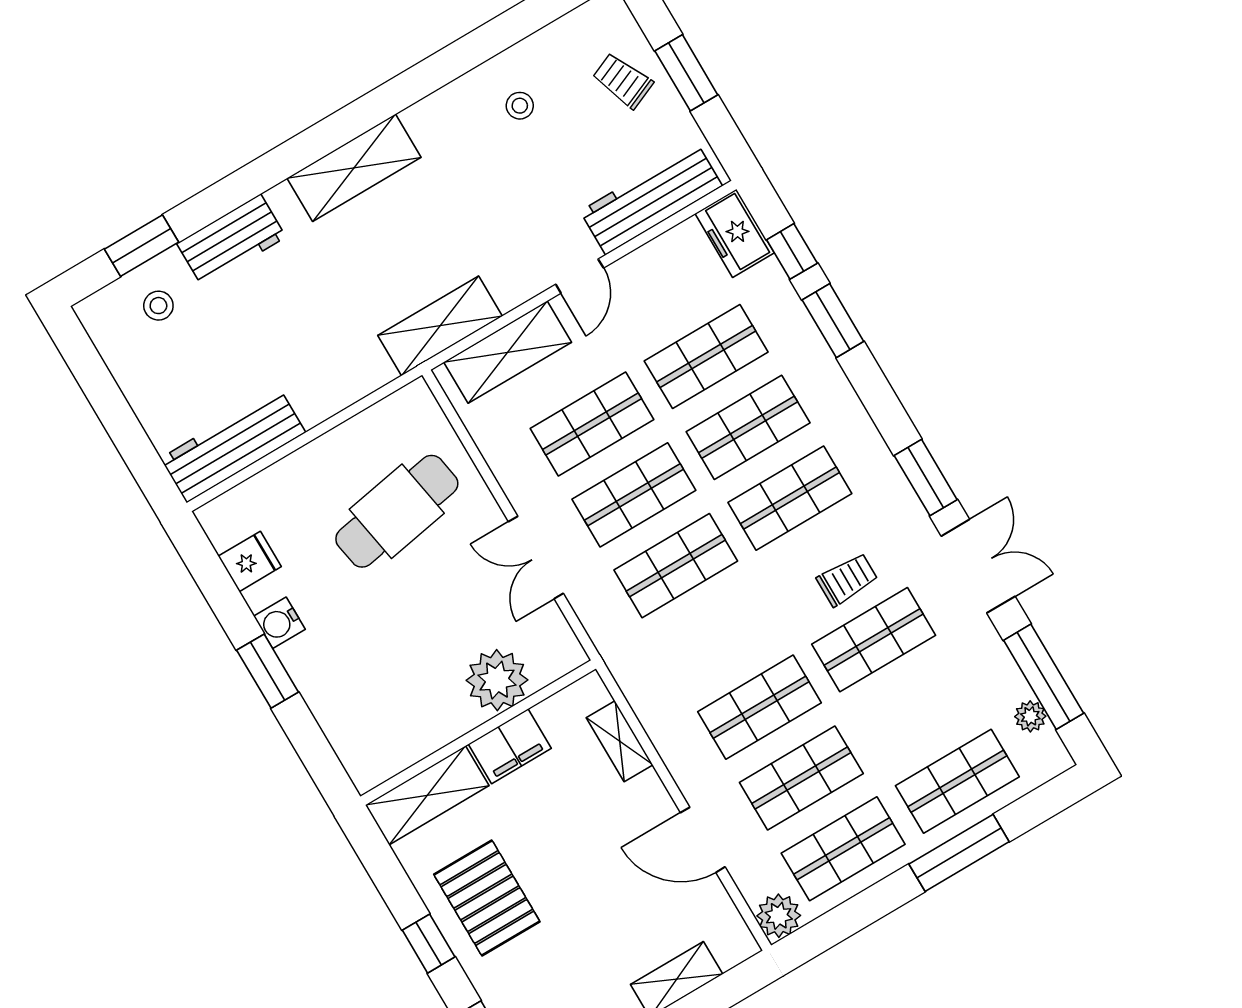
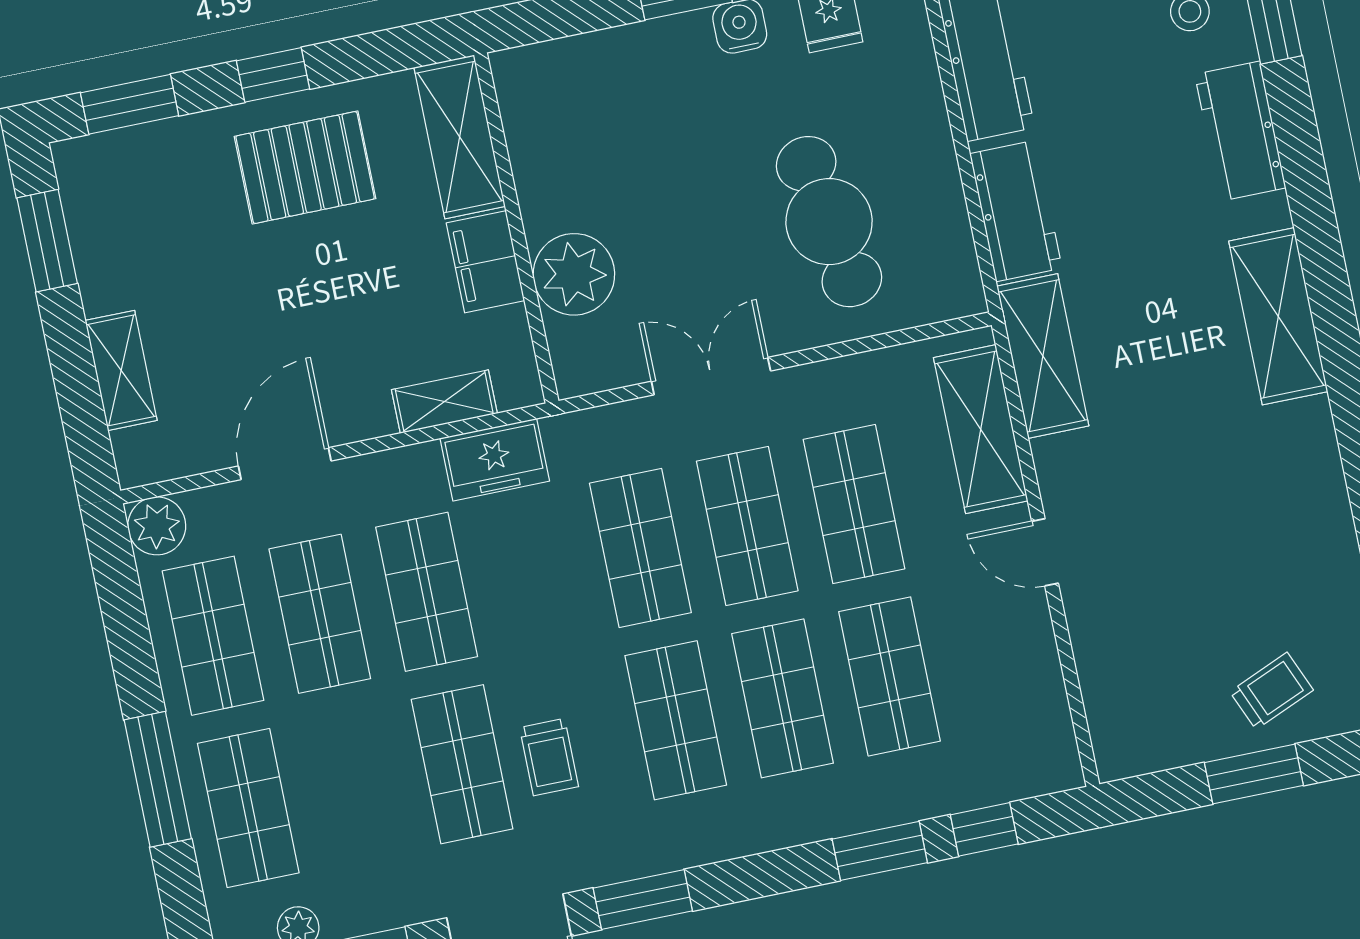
stool: (520, 106) -> (1285, 551), removed
workbench: (651, 199) -> (1016, 211), moved, width x0.73
freezer: (735, 233) -> (495, 460), moved, turned 180

